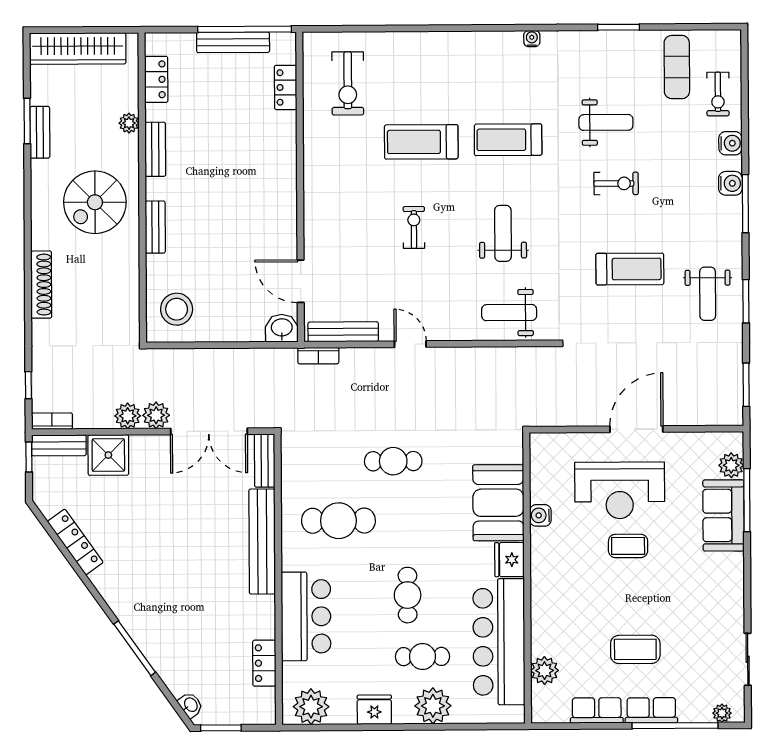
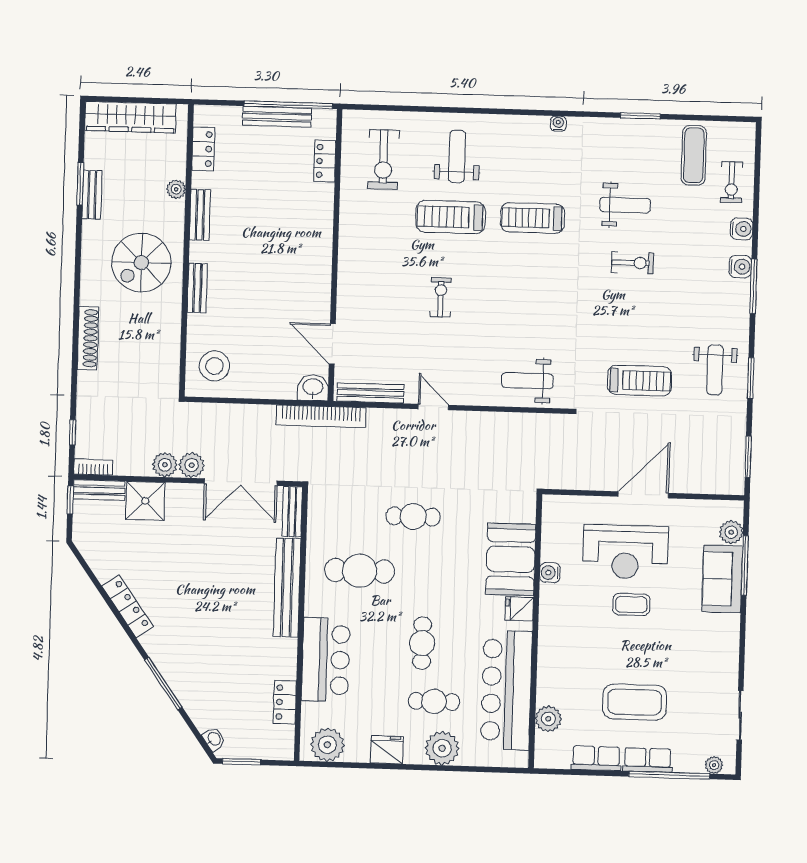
weight bench: (503, 233) -> (457, 156), moved
treadmill: (630, 269) -> (640, 381), moved
bookcase: (318, 356) -> (321, 416), width x2.31, depth x1.31
locker: (75, 542) -> (128, 606), moved
fridge: (509, 560) -> (519, 609), width x0.72
coffee table: (635, 649) -> (635, 702), width x1.36, depth x1.32

